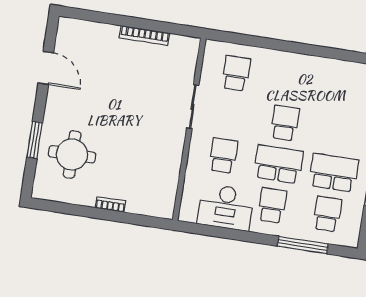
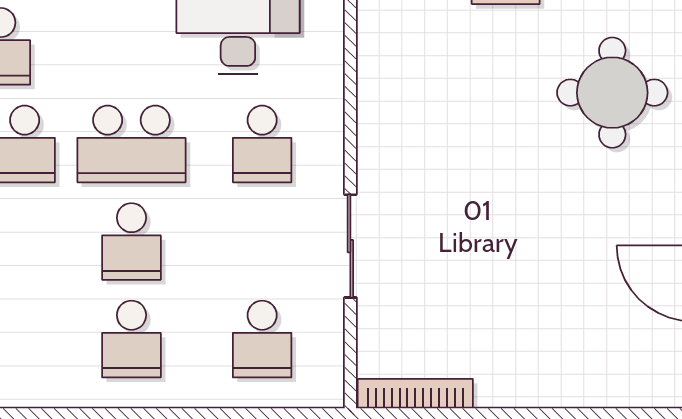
bookcase: (145, 35) -> (415, 394), moved
school desk: (272, 205) -> (131, 339), moved

